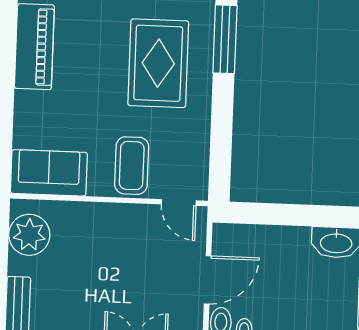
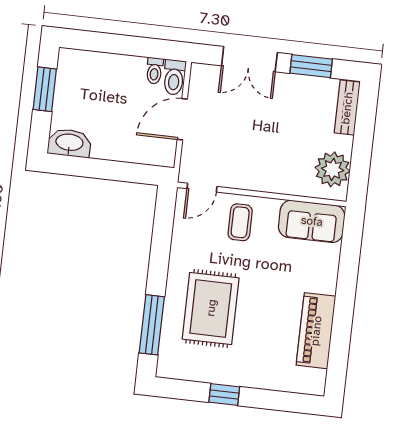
coffee table: (132, 166) -> (240, 222), width x0.73, depth x0.77
door: (179, 202) -> (202, 188), swing flipped

